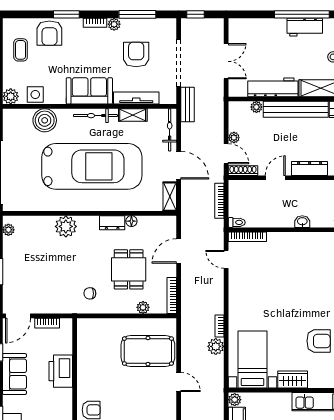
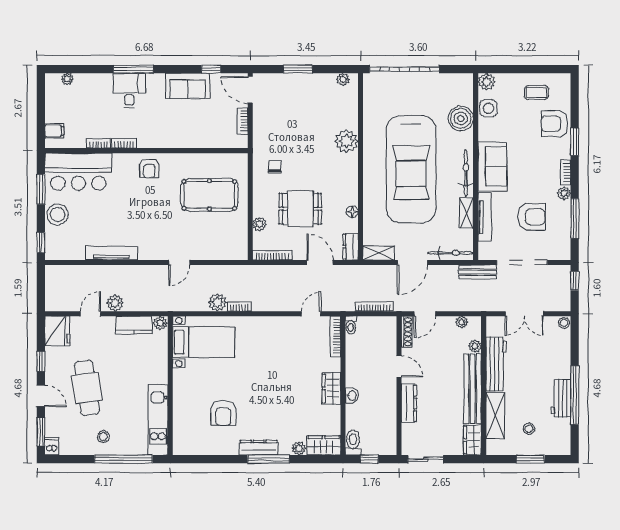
stool: (235, 24) -> (564, 323), added
plant: (234, 138) -> (462, 322), moved
dresser: (112, 223) -> (351, 246), moved
pool table: (148, 351) -> (209, 195), moved, turned 90
printer: (61, 371) -> (191, 136), removed
wardrobe: (293, 379) -> (331, 388), moved, turned 180

